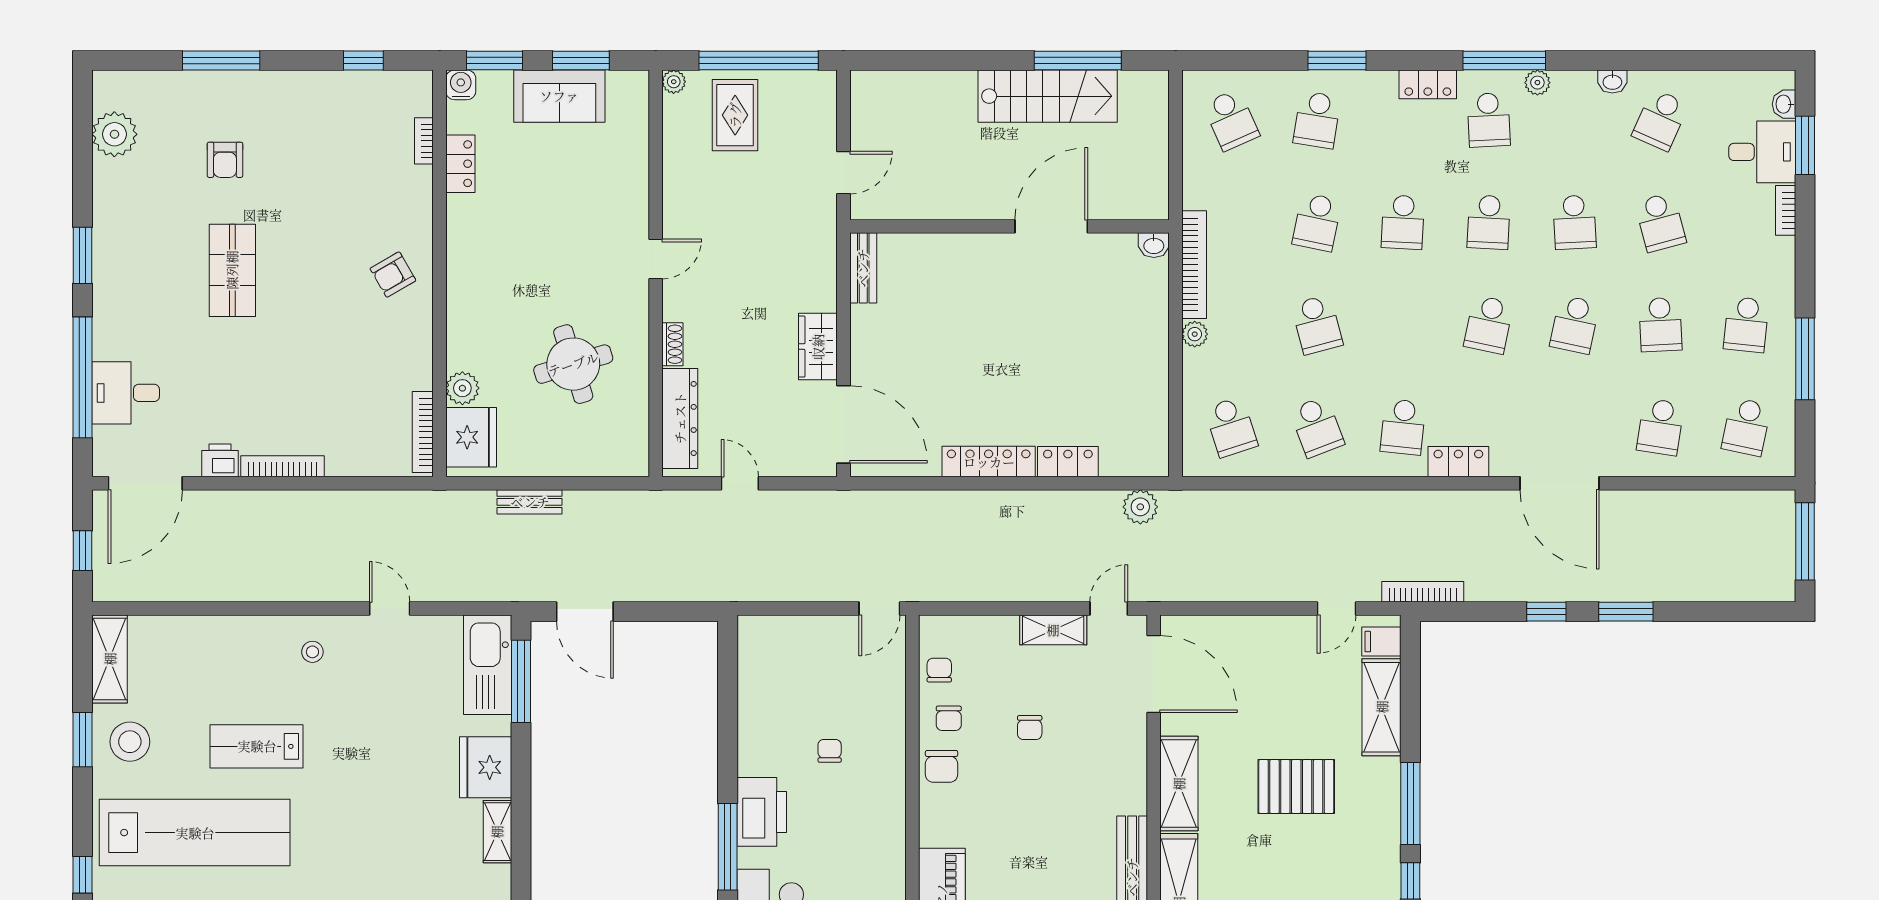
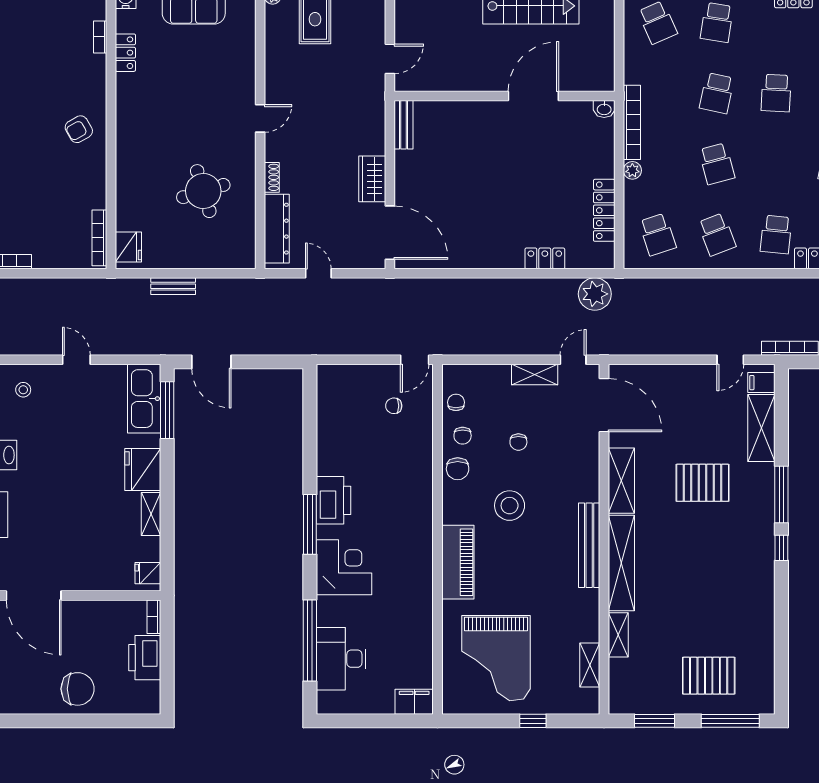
plant: (462, 388) -> (127, 208), removed
fridge: (471, 437) -> (128, 247), width x0.73, depth x0.75
locker: (989, 462) -> (604, 210), moved, turned -90
plant: (1140, 507) -> (595, 294), width x1.36, depth x1.36
chair: (830, 751) -> (394, 406), moved, turned -90
stool: (1017, 820) -> (510, 506), added

